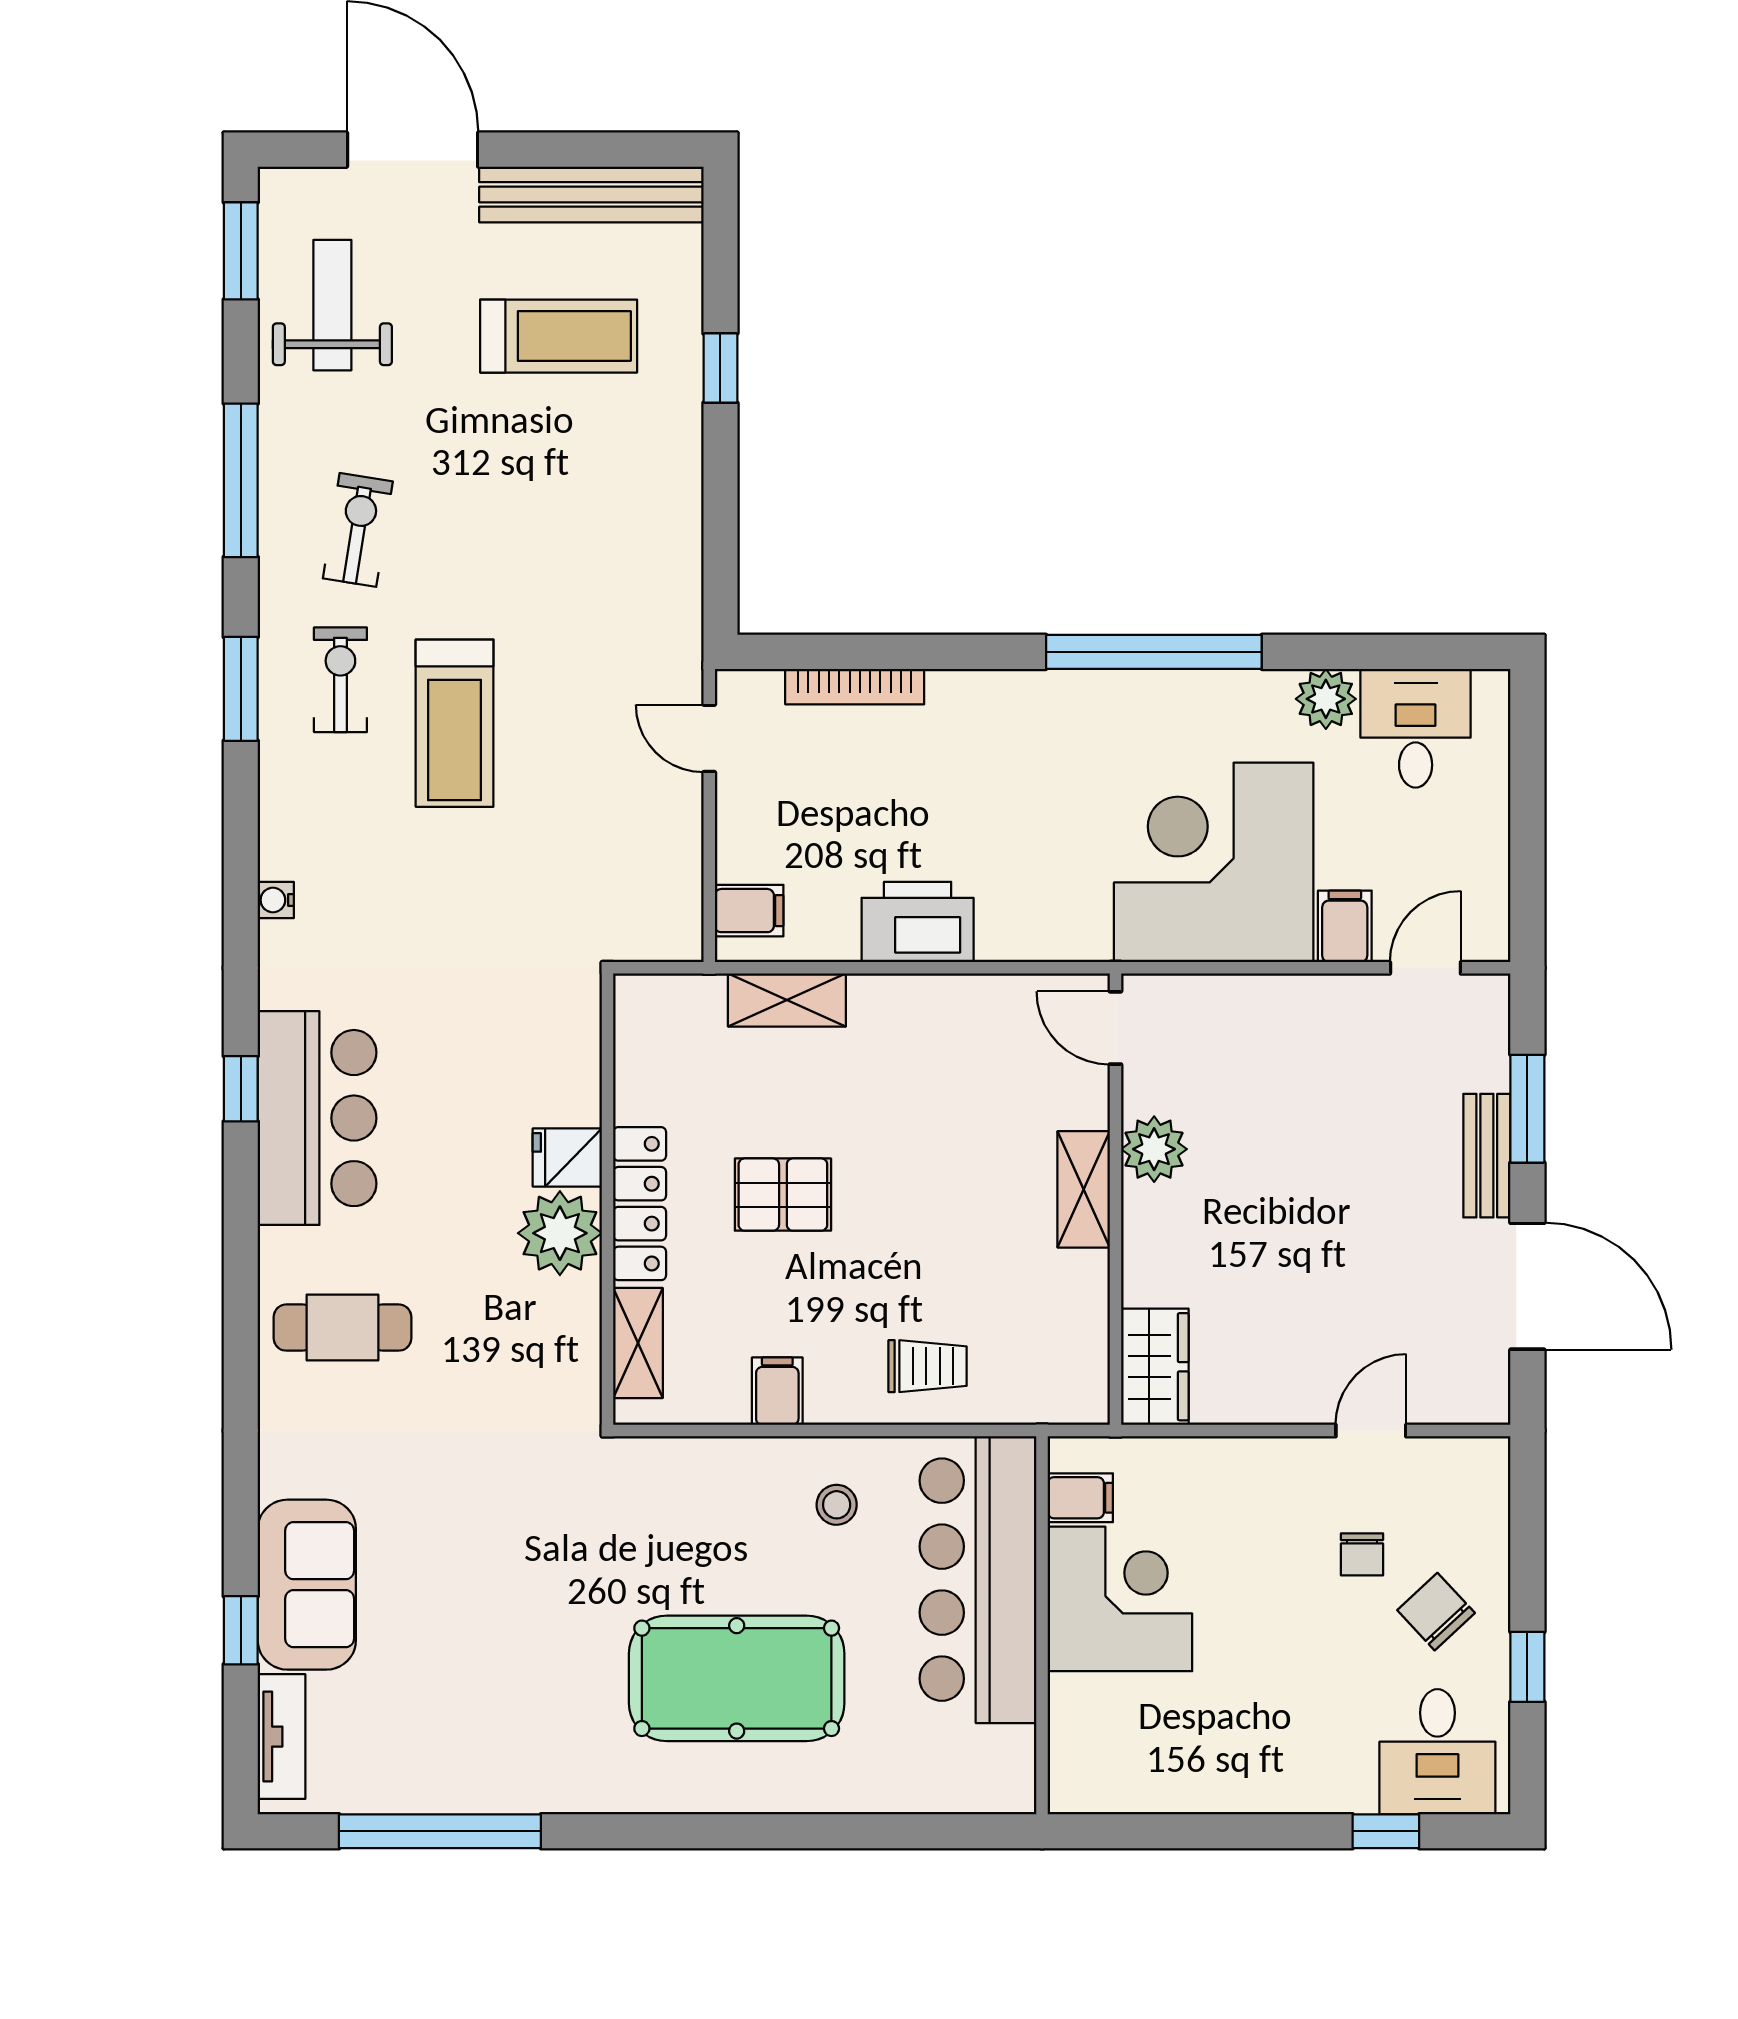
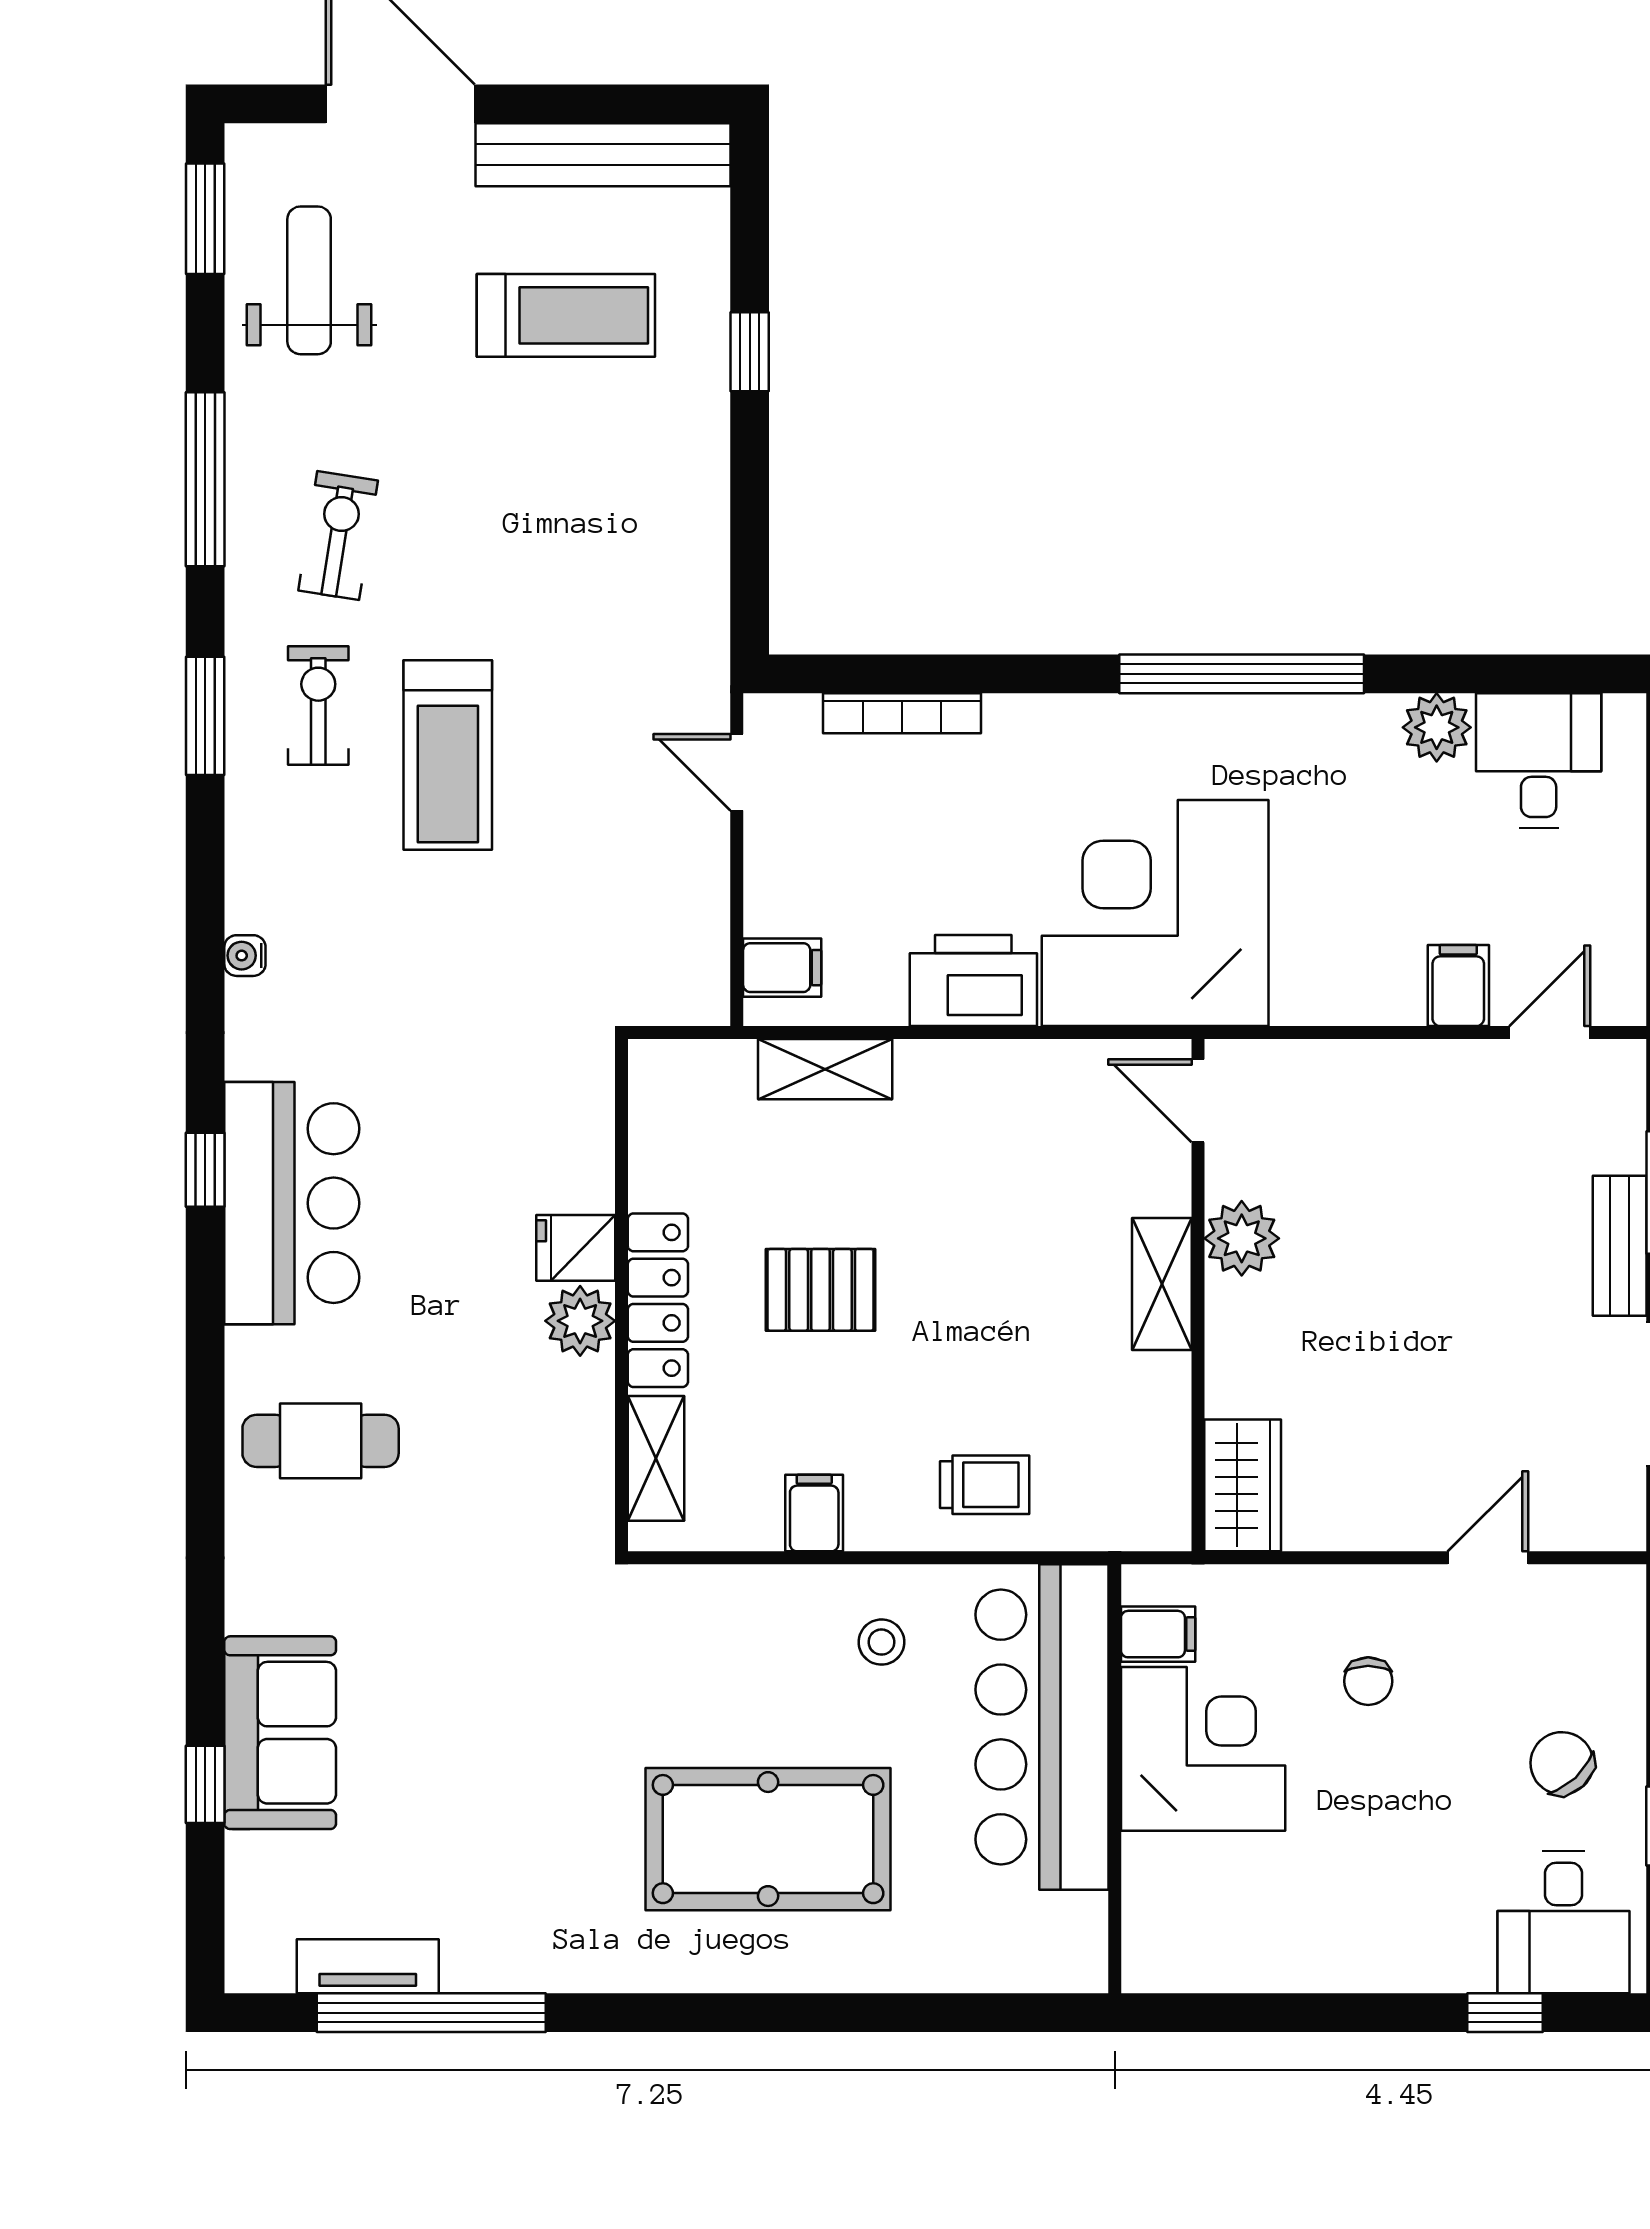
corner desk: (1214, 862) -> (1155, 913), moved
plant: (560, 1233) -> (580, 1321), width x0.73, depth x0.73
chair: (1362, 1554) -> (1368, 1681), moved
tv unit: (282, 1737) -> (368, 1966), moved, turned -90

